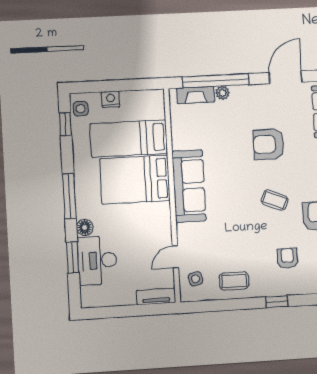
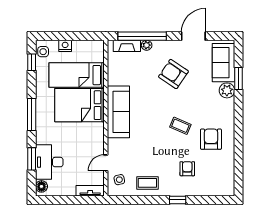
armchair: (269, 144) -> (173, 74), moved, turned 34
floor lamp: (85, 227) -> (41, 186), moved

